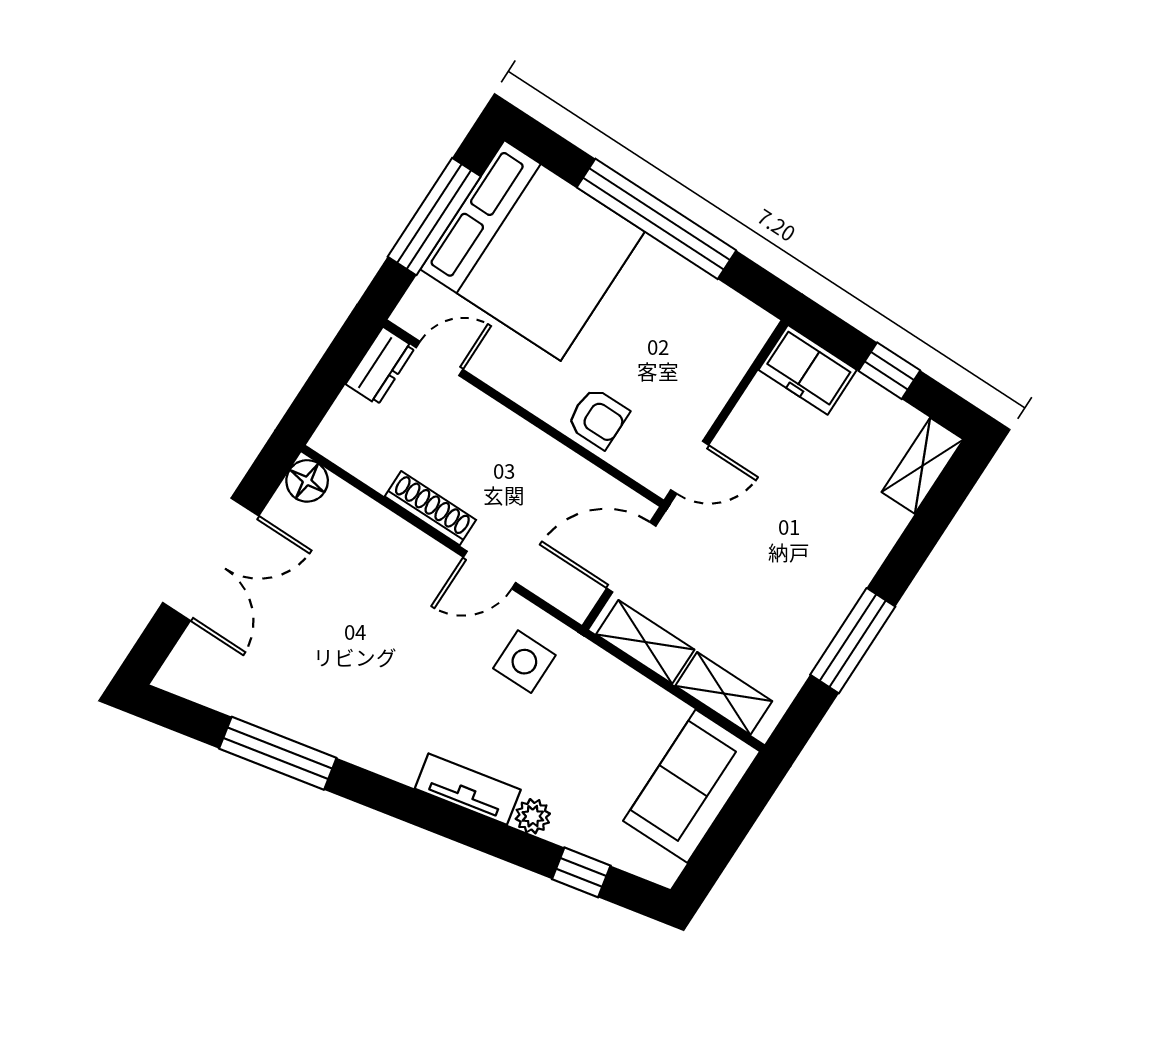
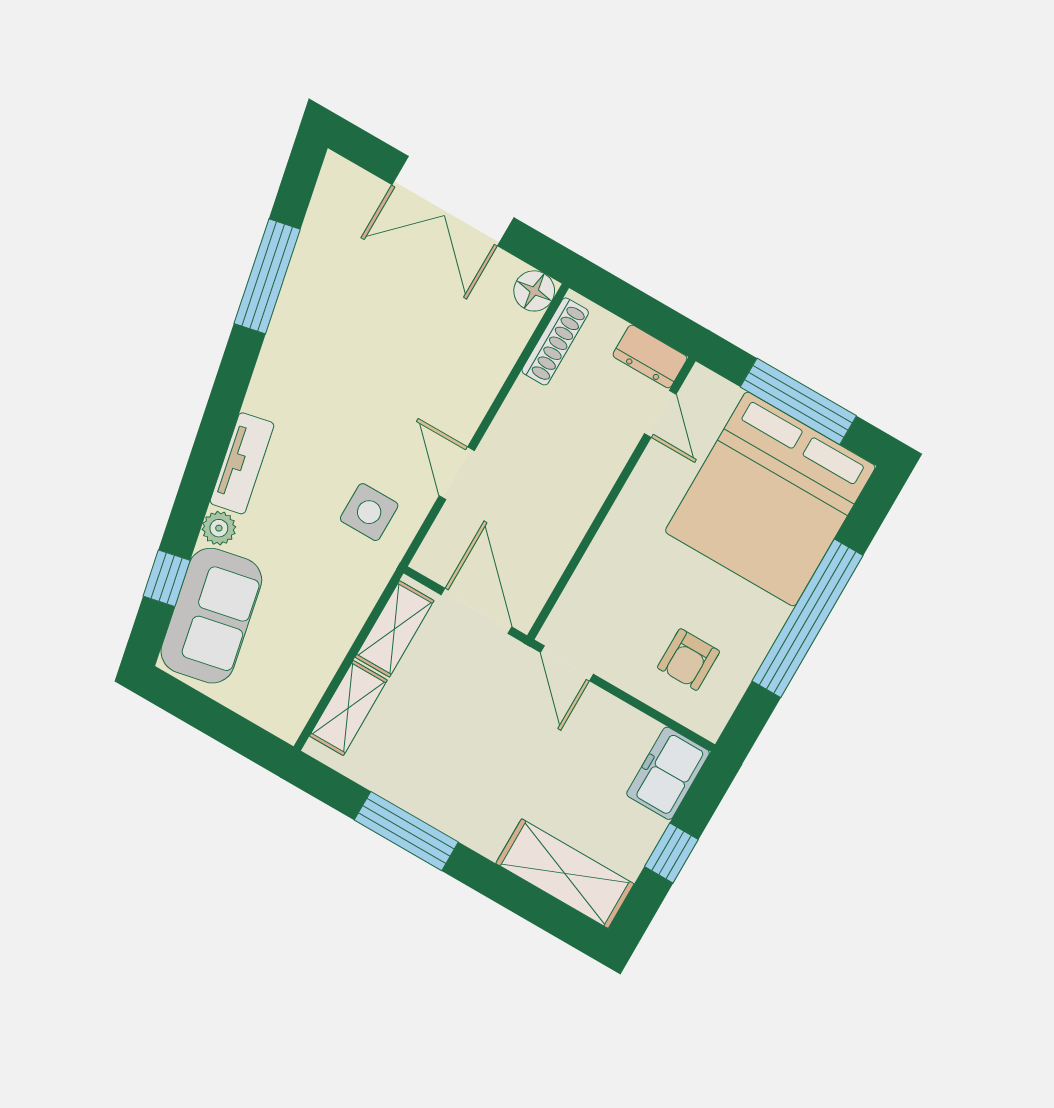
armchair: (598, 418) -> (688, 660), moved
shelving: (922, 466) -> (565, 874), width x1.50, depth x1.33
shoe rack: (430, 508) -> (555, 341), moved
sofa: (692, 786) -> (211, 616), moved, turned 78

